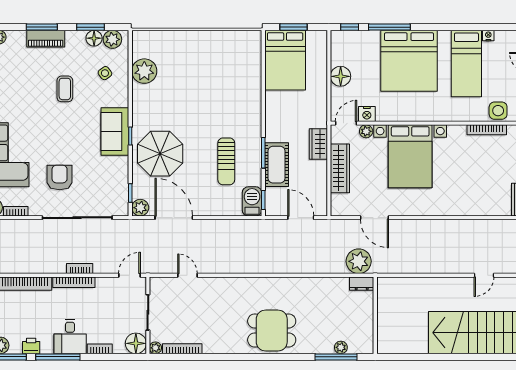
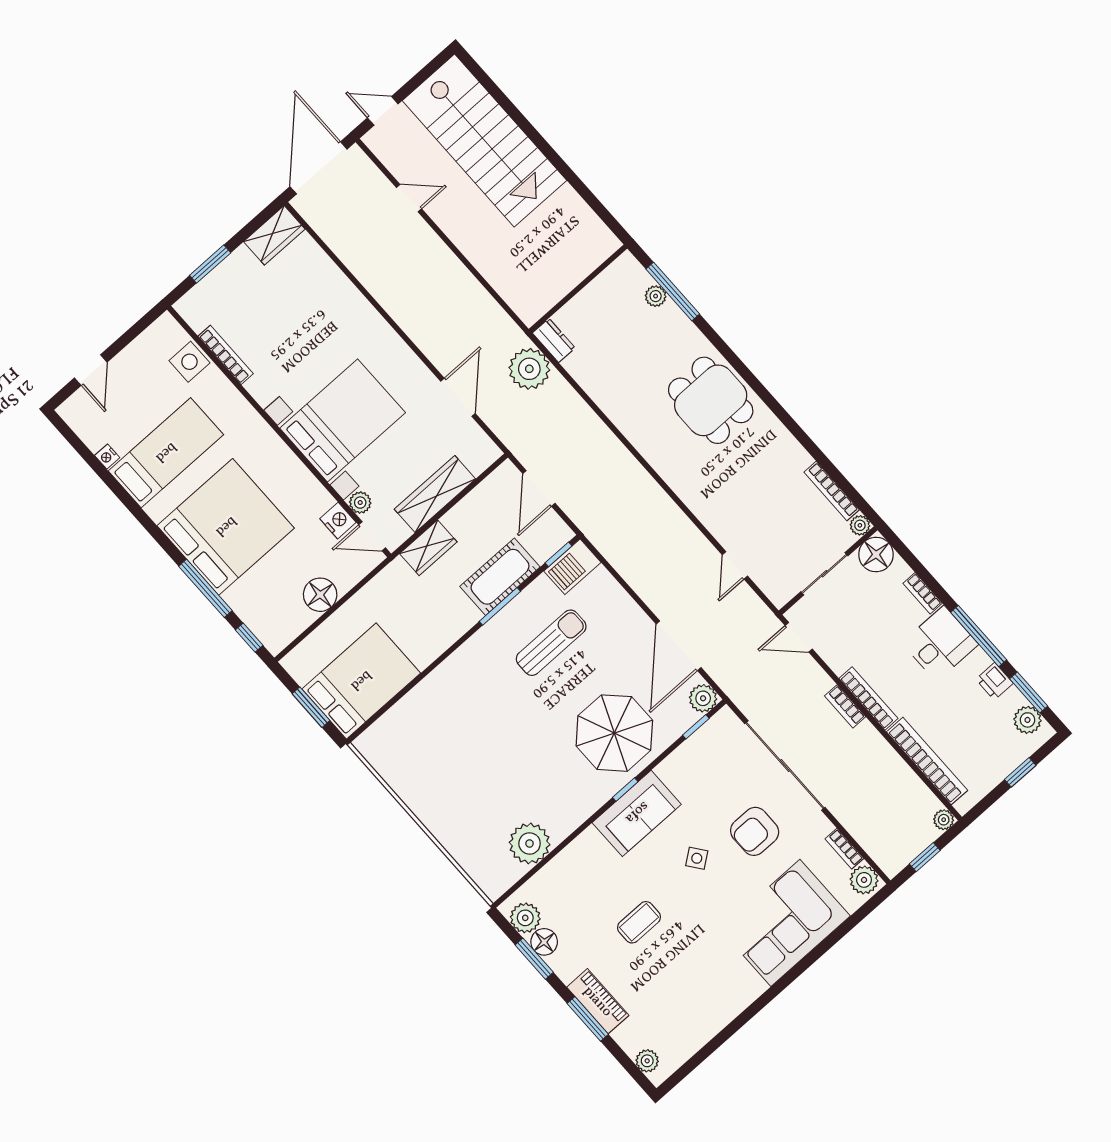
side table: (105, 73) -> (697, 858), moved

